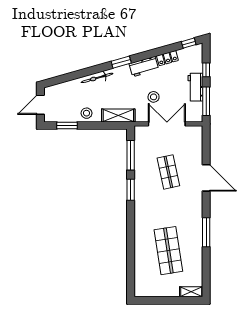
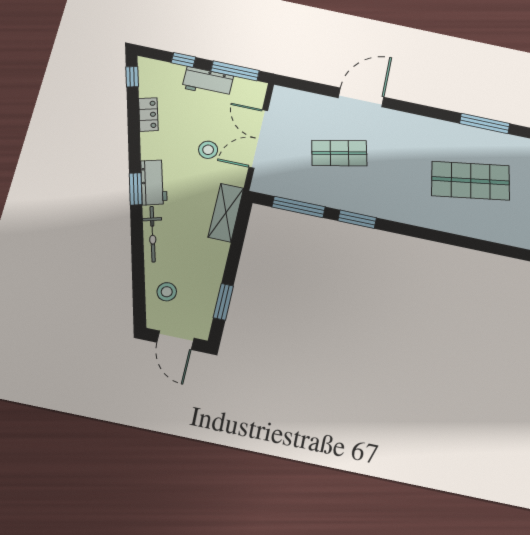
workbench: (144, 67) -> (154, 182), moved
stool: (86, 113) -> (167, 292), moved
window: (206, 232) -> (485, 123), moved

